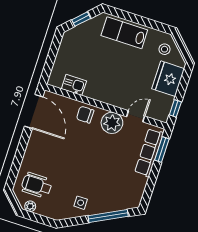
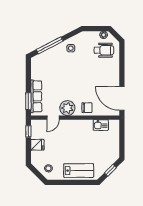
fridge: (168, 79) -> (37, 145), width x0.53, depth x0.75

